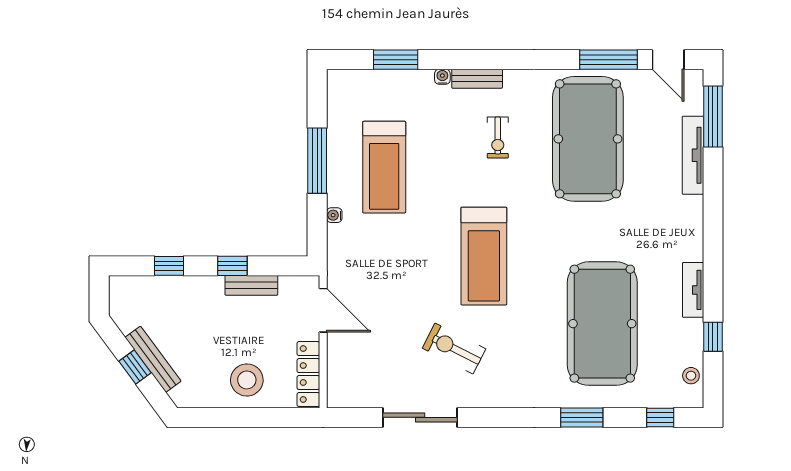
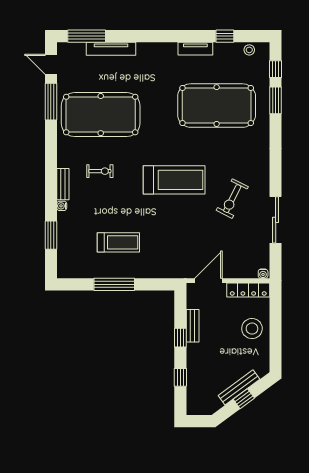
door: (668, 60) -> (51, 64), swing flipped
treadmill: (384, 167) -> (118, 242), width x0.73, depth x0.73
water cooler: (334, 215) -> (263, 274), moved
window: (582, 417) -> (276, 100), moved

